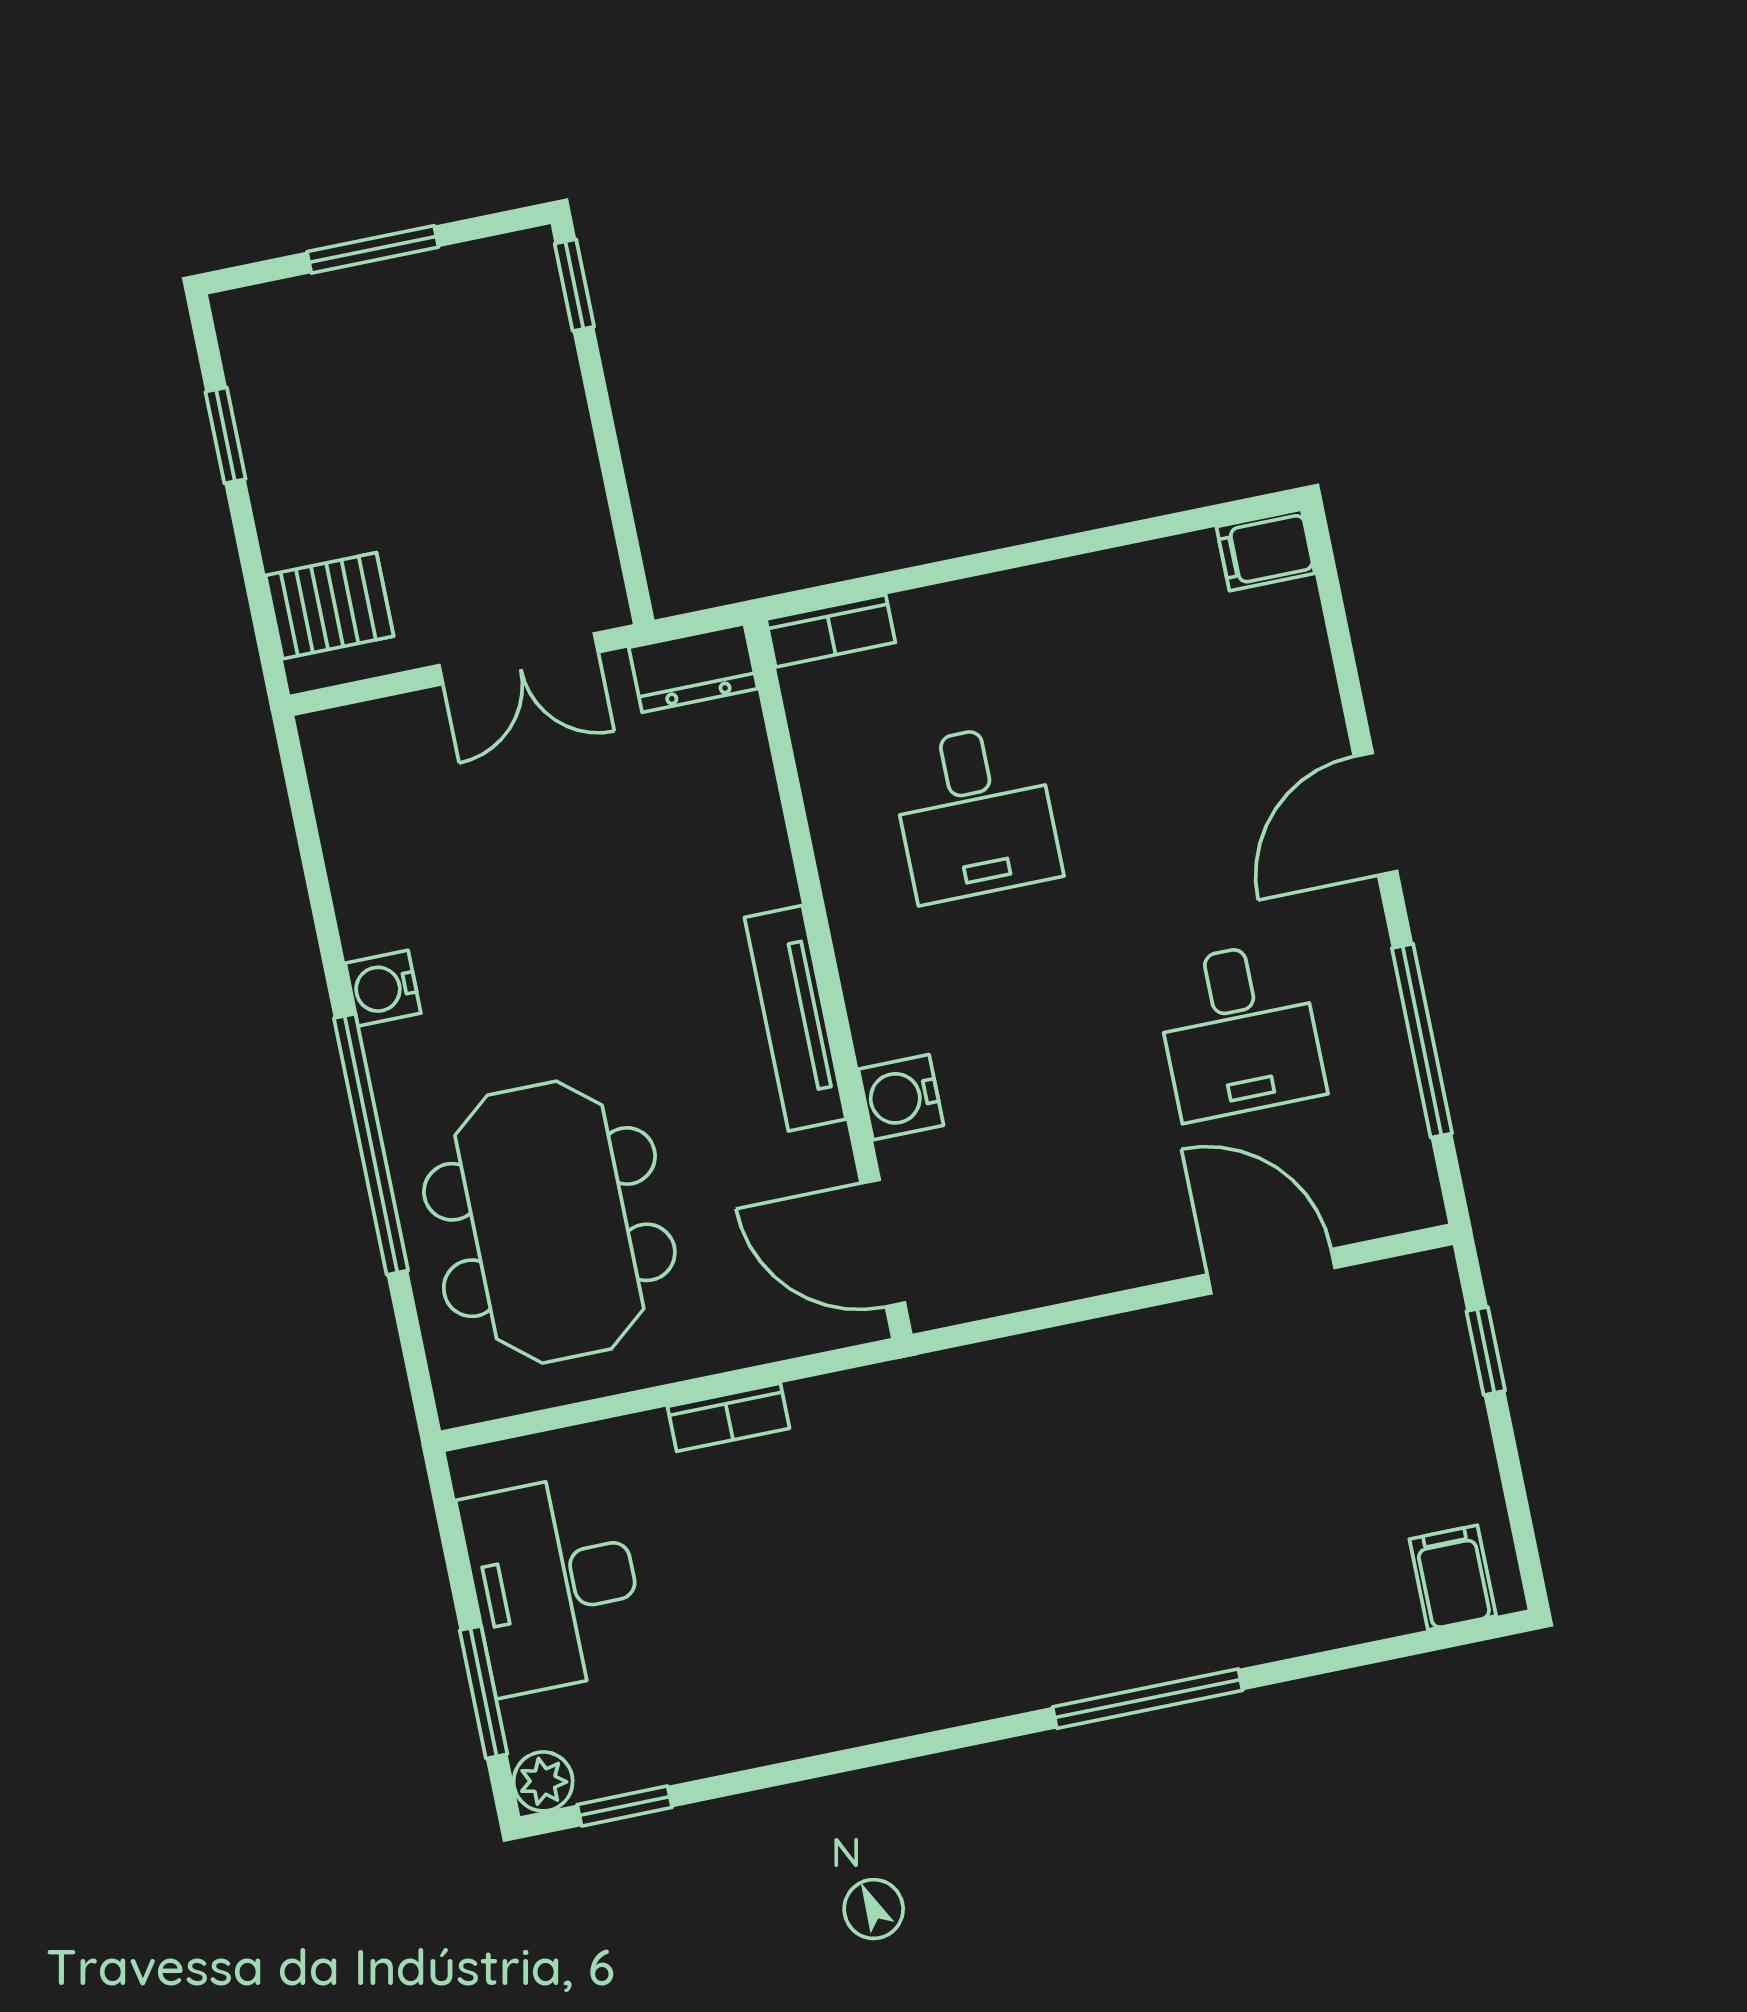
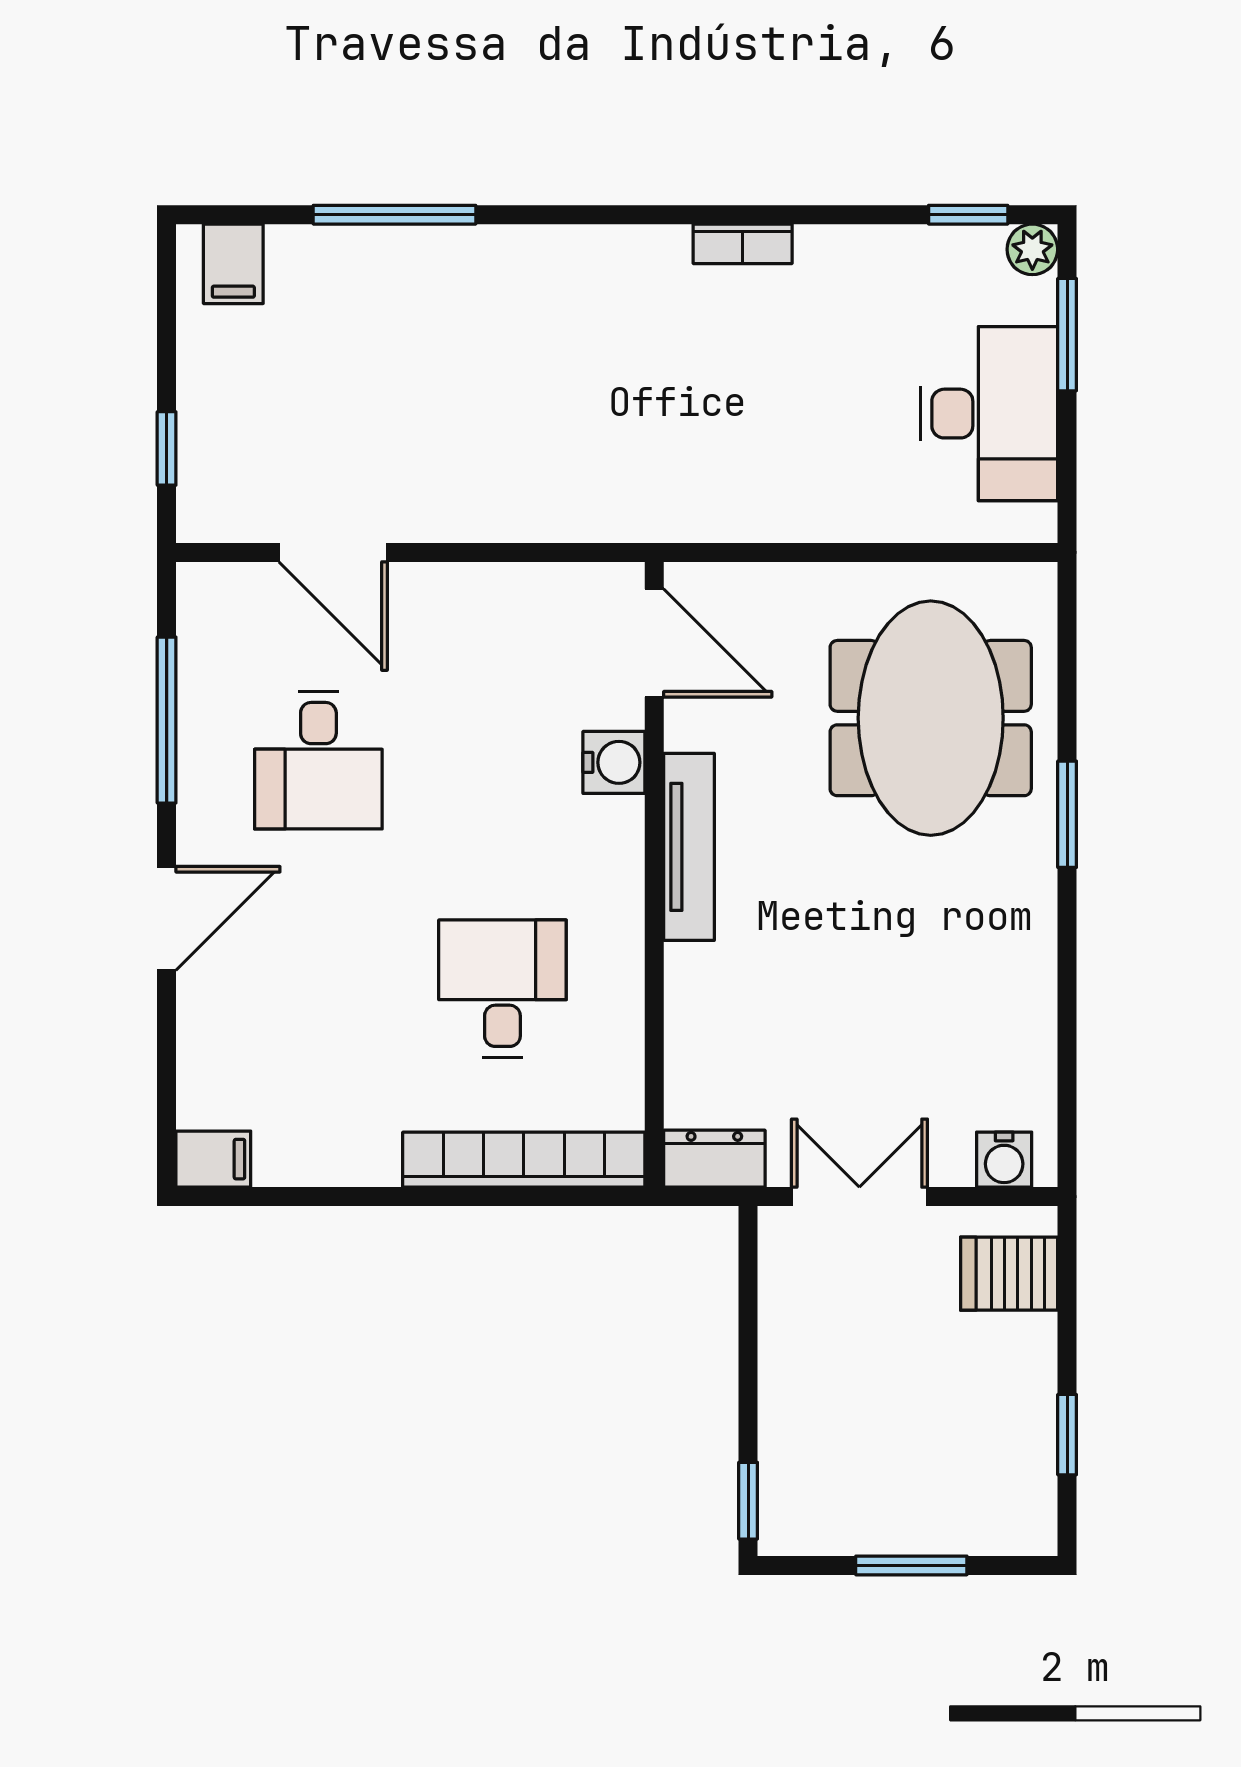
bookcase: (831, 631) -> (524, 1160), width x2.31, depth x1.31
water cooler: (383, 988) -> (1004, 1160), moved, turned 90
desk: (1239, 1030) -> (318, 760), turned 180
window: (371, 1144) -> (1067, 814), width x0.47
bookcase: (728, 1417) -> (743, 244), moved, turned 180
window: (1148, 1699) -> (395, 215), moved

